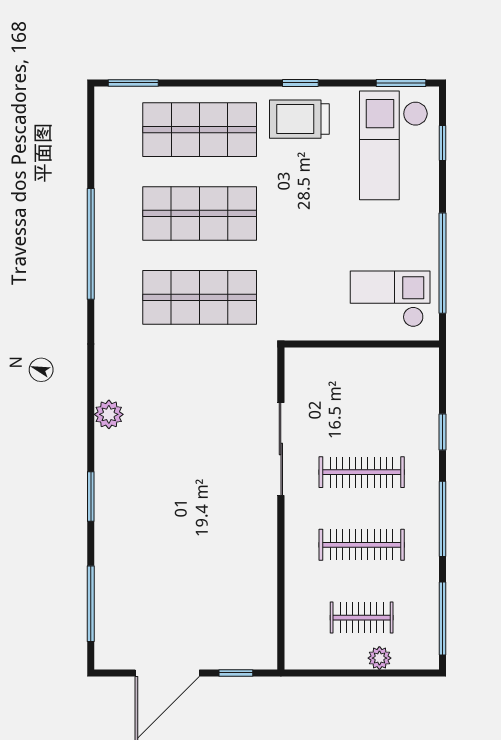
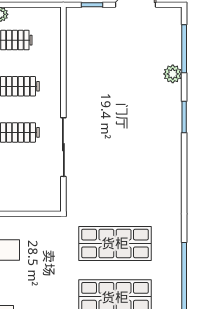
plant: (109, 414) -> (173, 74), moved

